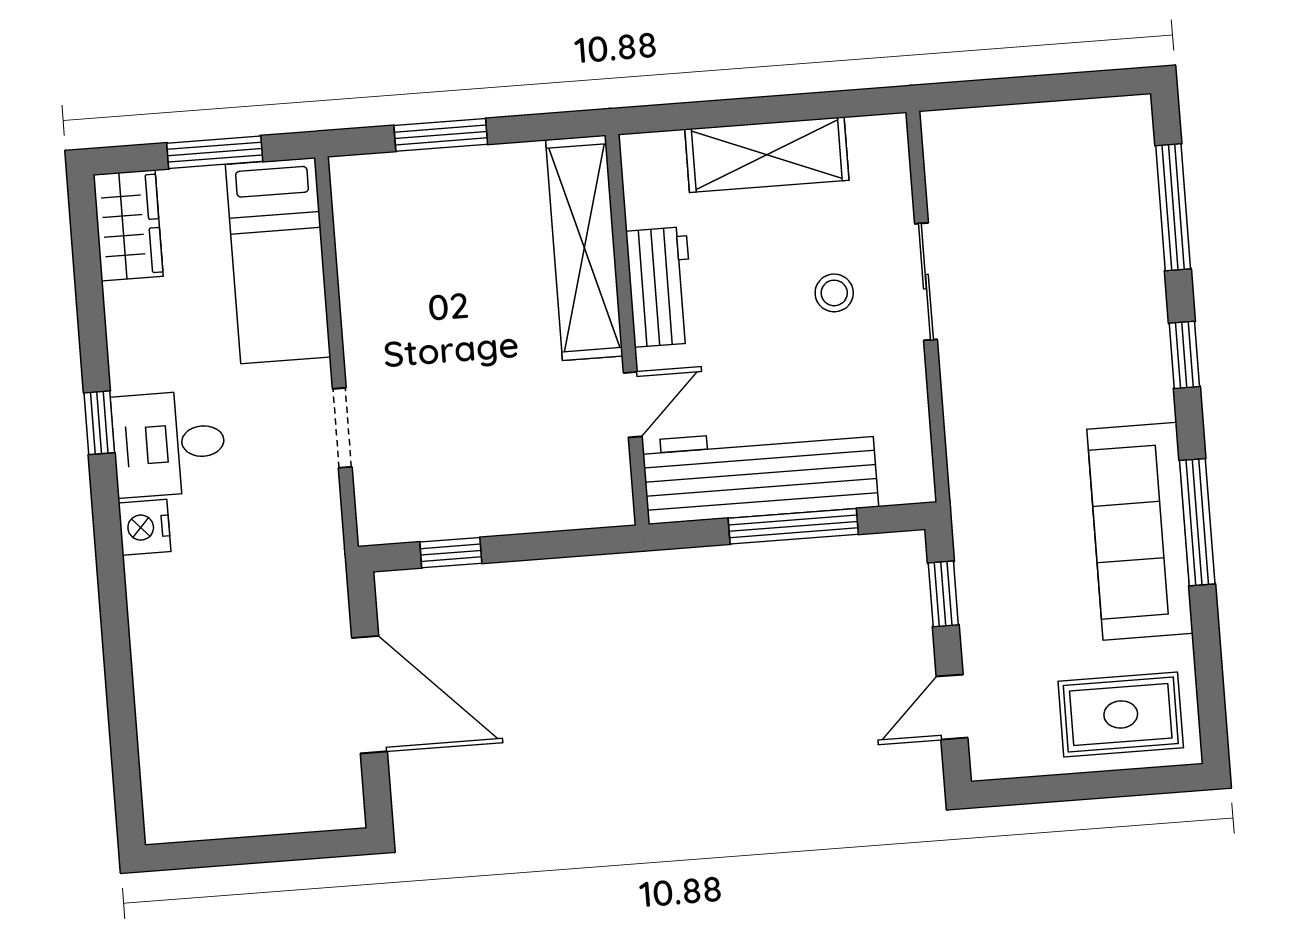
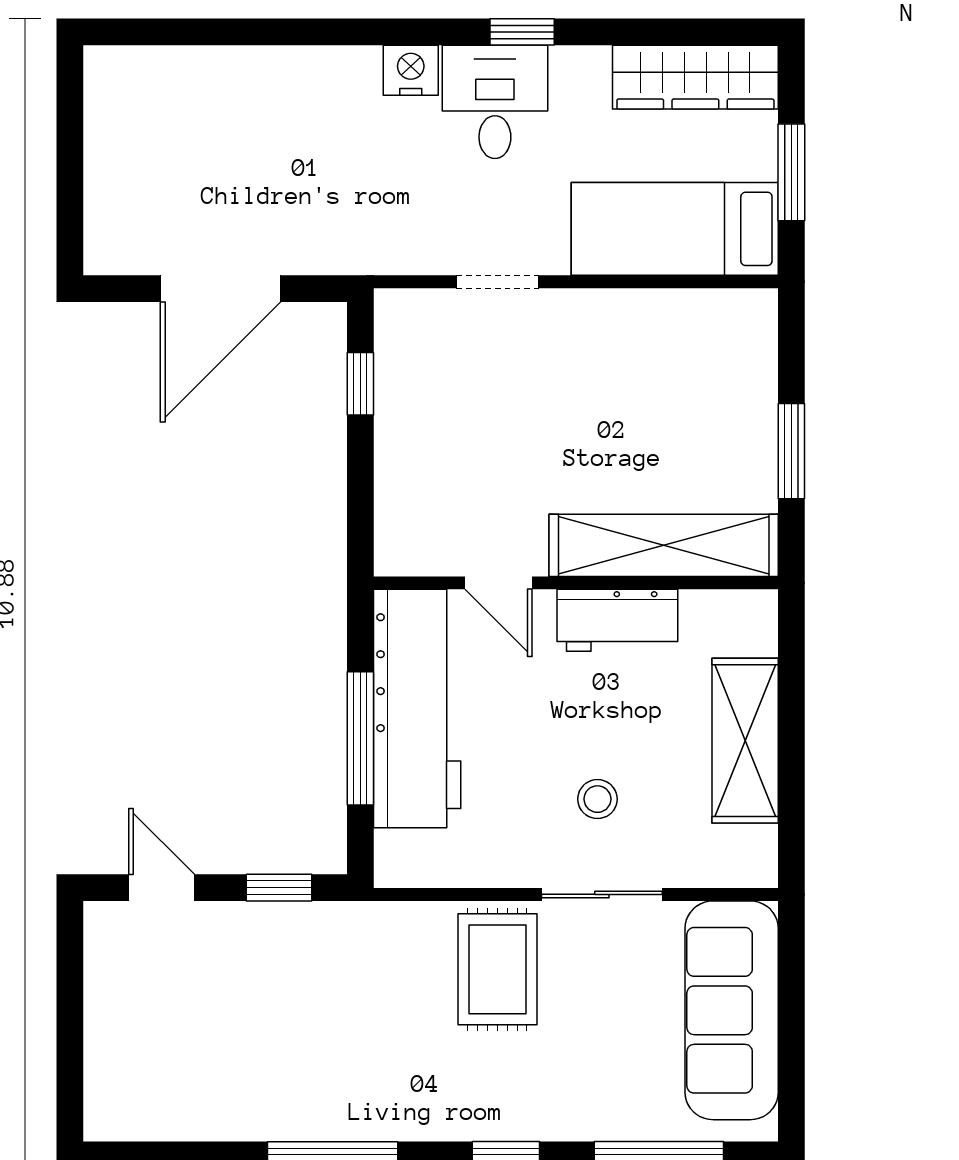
window: (441, 135) -> (791, 451), moved
wardrobe: (128, 225) -> (695, 77), width x1.50
sofa: (1140, 531) -> (732, 1010), moved, turned -90
rug: (1121, 714) -> (497, 969), moved

